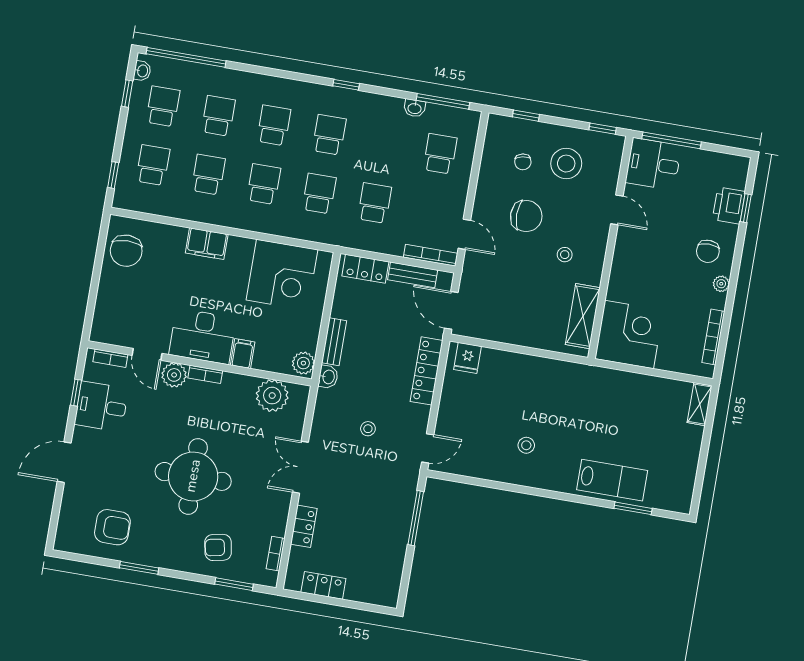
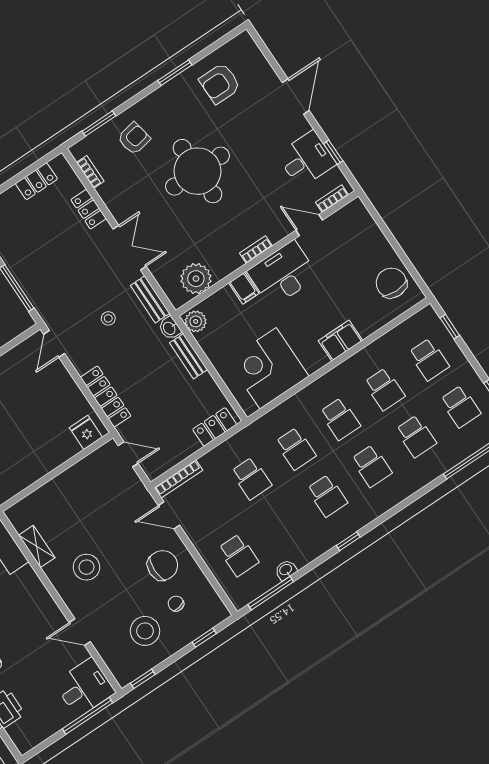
chair: (526, 216) -> (163, 565), moved, turned 180
stool: (565, 255) -> (86, 567), width x1.89, depth x1.89
bench: (413, 275) -> (150, 299), moved, turned 90
door: (451, 310) -> (128, 454), width x0.73
shelving: (583, 316) -> (37, 546), width x0.67, depth x0.75
plant: (174, 375) -> (277, 229), removed

